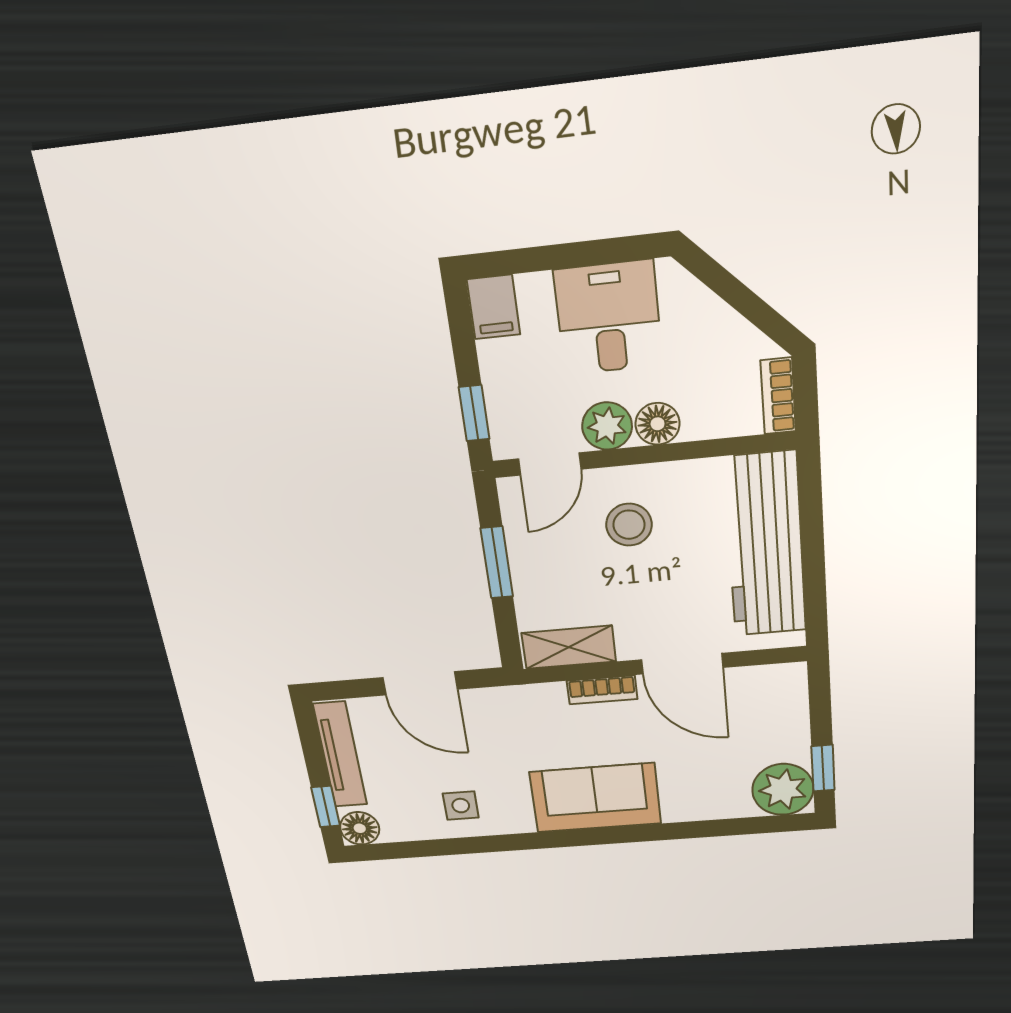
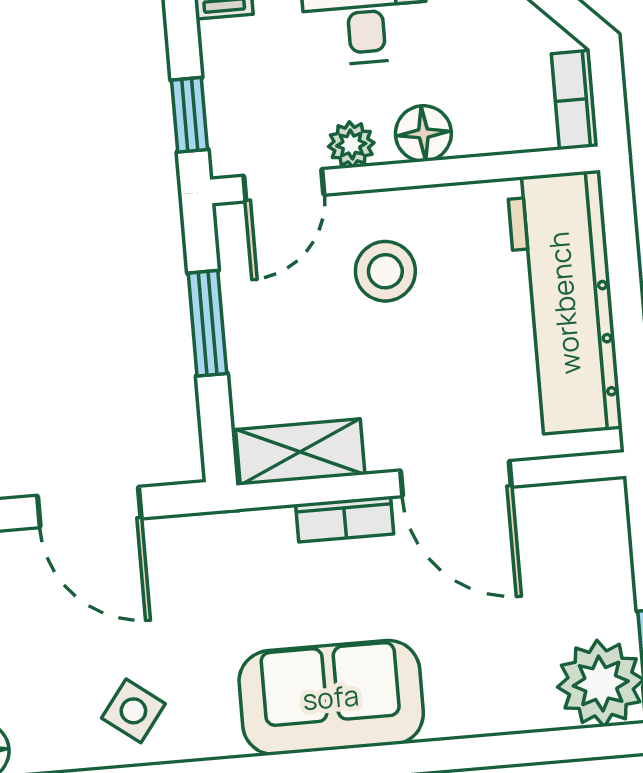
plant: (607, 426) -> (351, 145), width x0.73, depth x0.73
side table: (461, 806) -> (133, 711), turned 37

